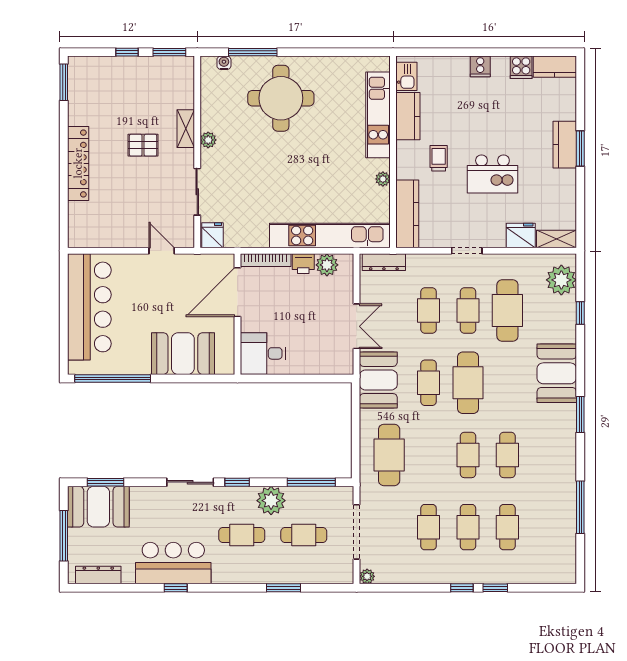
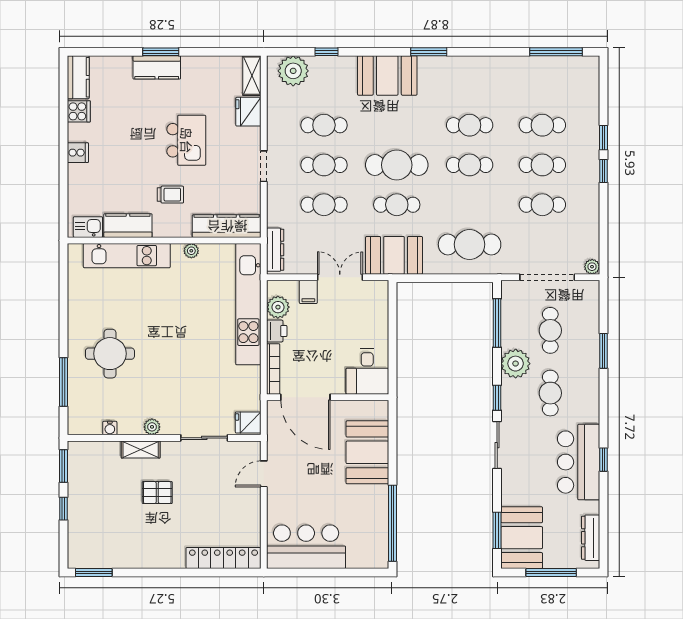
water cooler: (224, 63) -> (110, 428), moved, turned -90
round table: (281, 98) -> (110, 354), width x0.73, depth x0.73
pallet: (143, 145) -> (157, 493), turned 90
trolley: (439, 158) -> (170, 195), turned 180
locker: (78, 163) -> (223, 558), moved
filing cabinet: (342, 295) -> (308, 292), added
bar counter: (89, 307) -> (306, 547), width x0.73
cafe table: (507, 311) -> (324, 125), width x0.73, depth x0.74
window: (580, 507) -> (556, 52), moved

